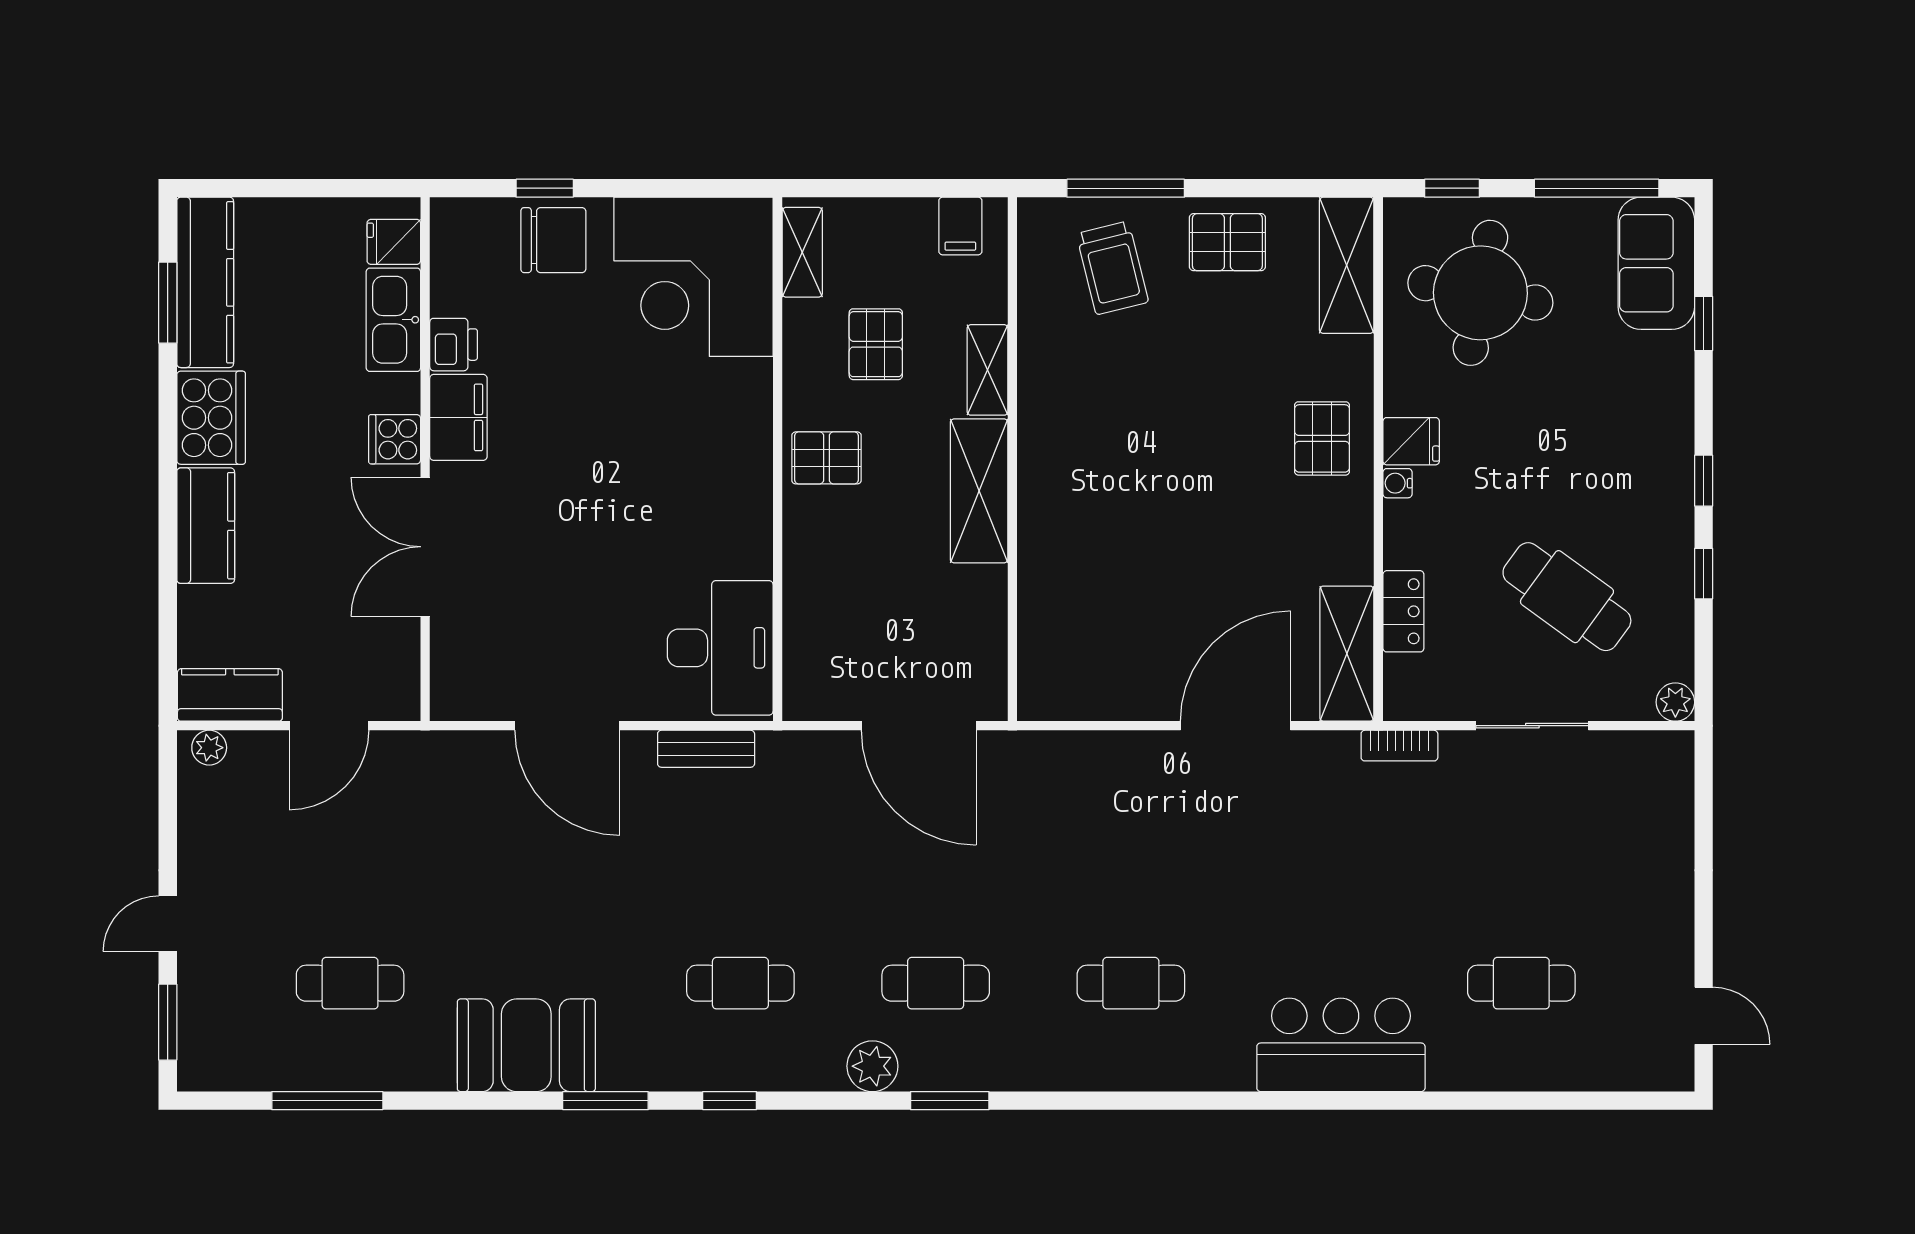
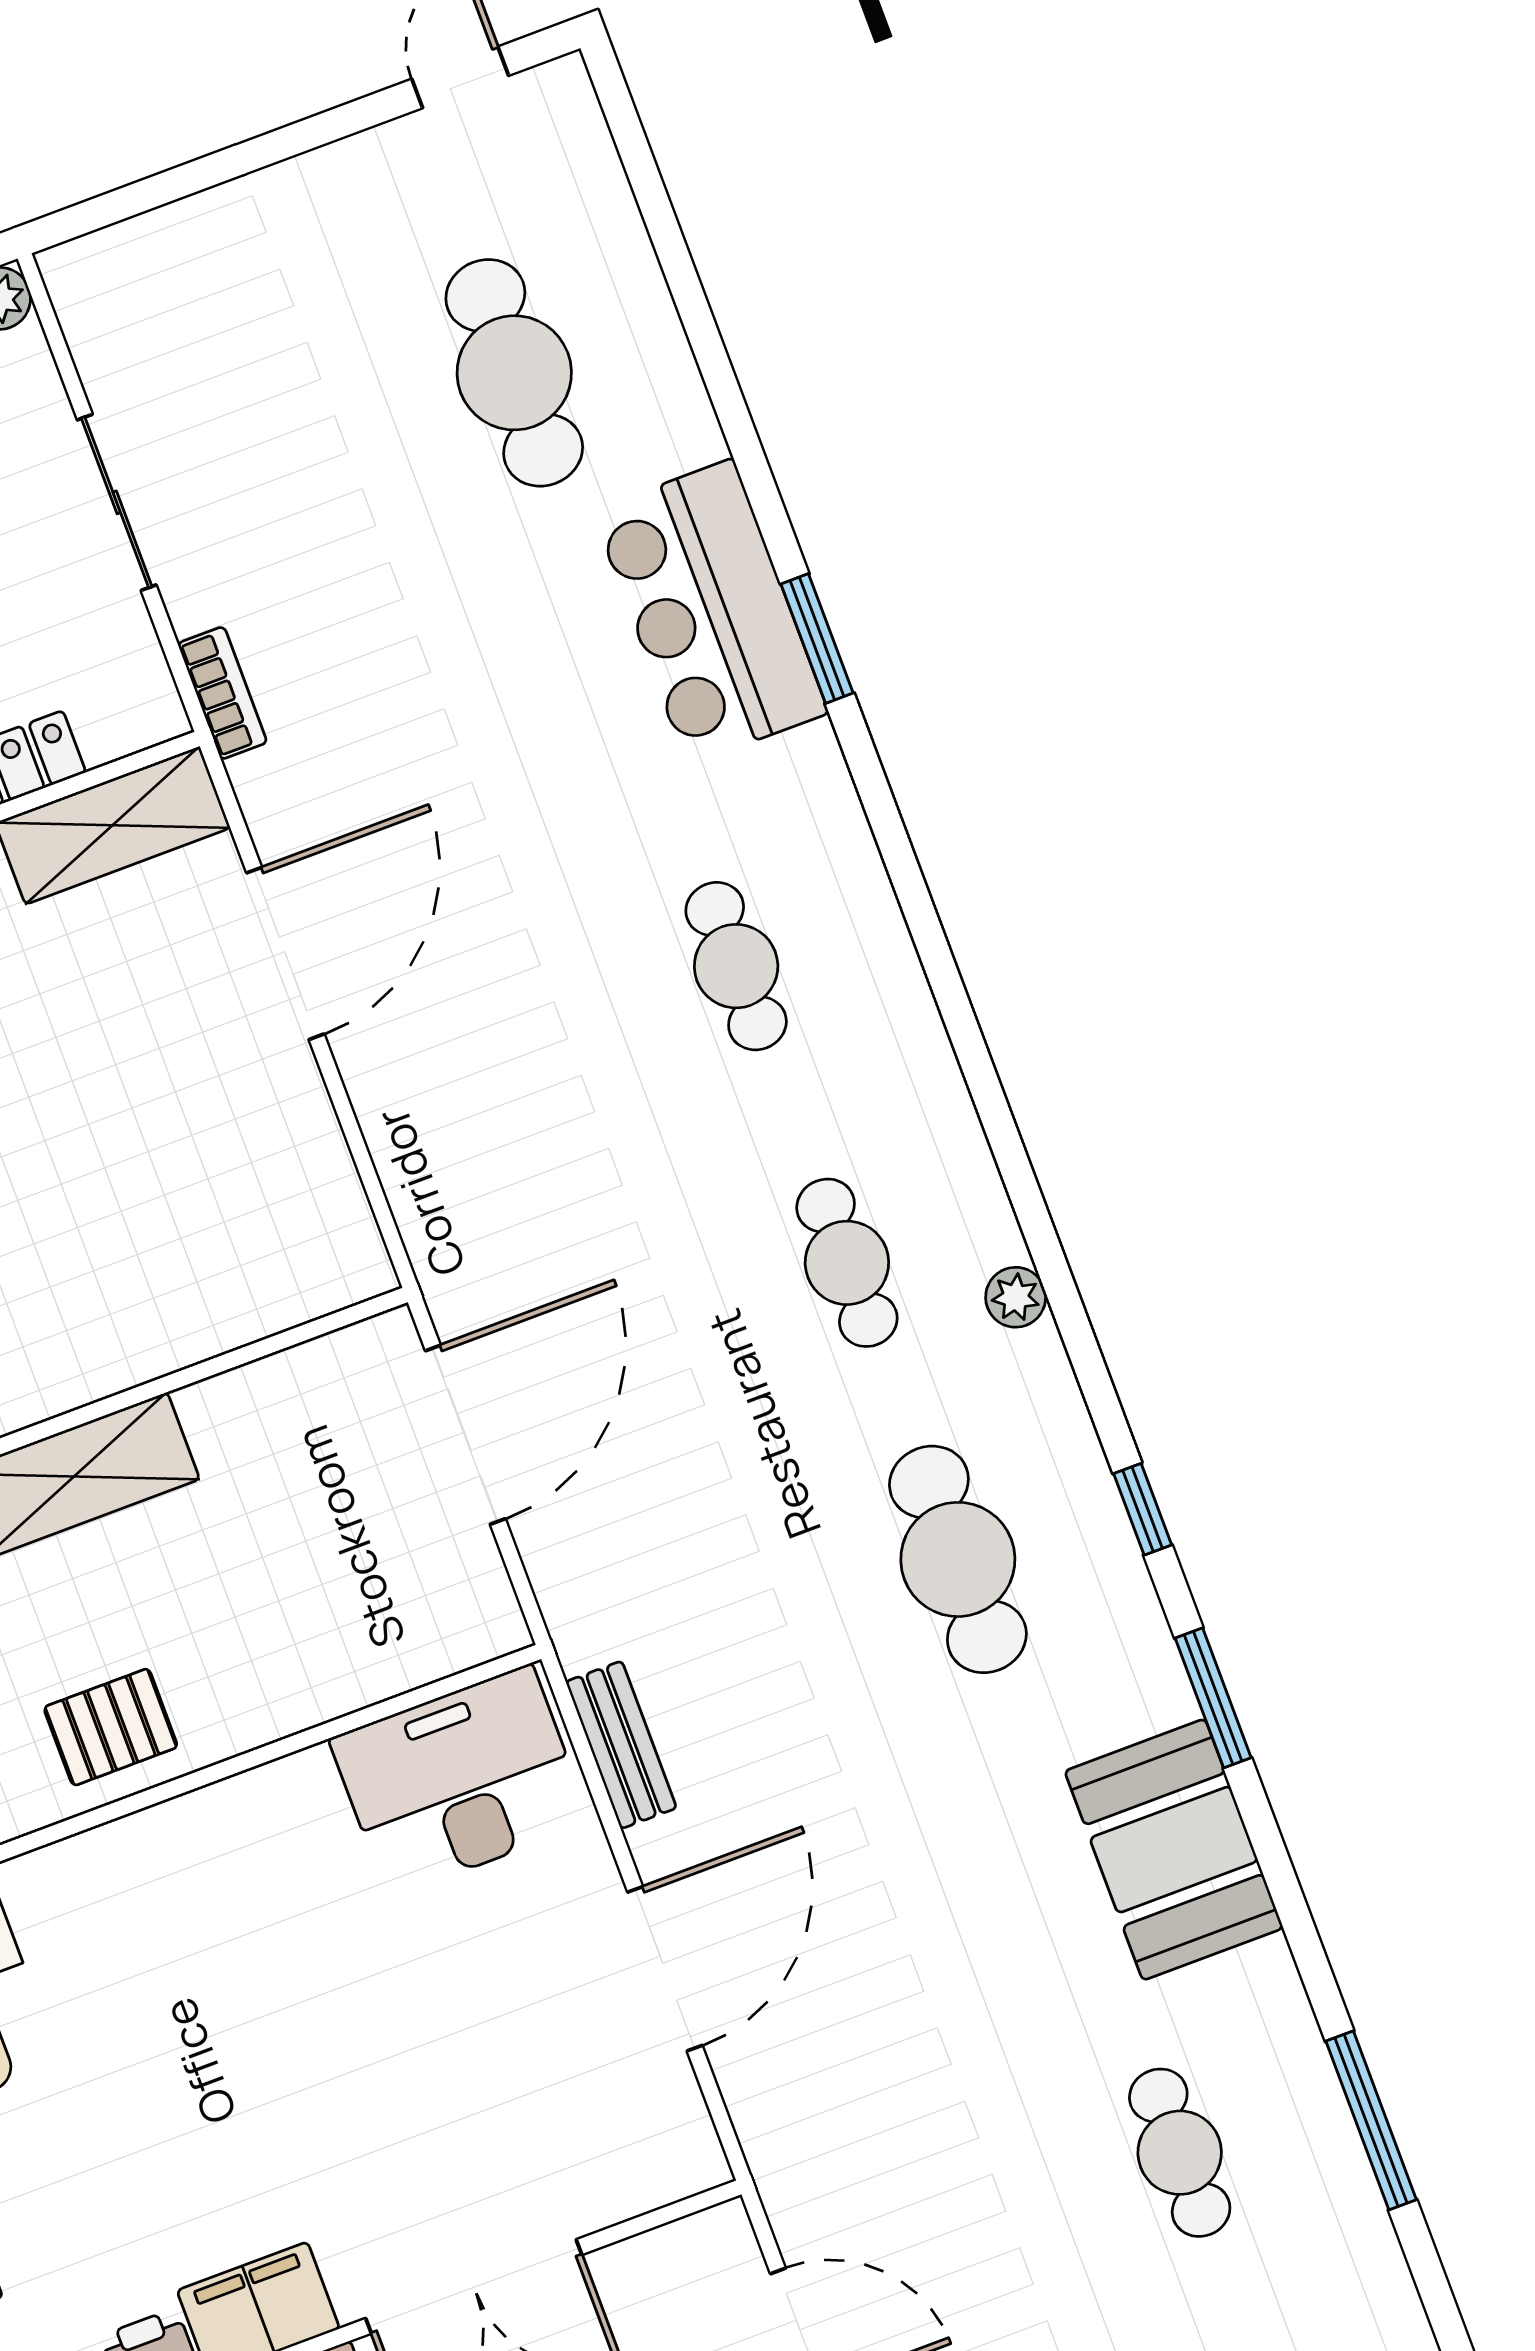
pallet: (827, 458) -> (111, 1727), turned 90
door: (1235, 726) -> (285, 953), swing flipped
cafe table: (740, 983) -> (958, 1559), width x1.37, depth x1.35
cafe table: (1521, 983) -> (514, 373), width x1.37, depth x1.35
plant: (872, 1066) -> (1016, 1297), width x0.73, depth x0.73
window: (950, 1101) -> (817, 638), moved

